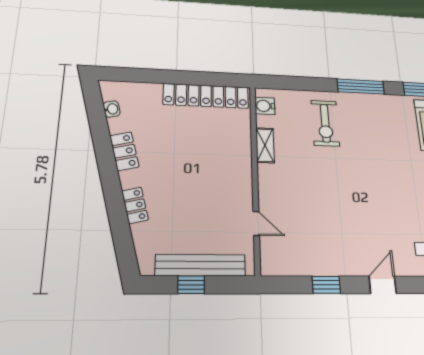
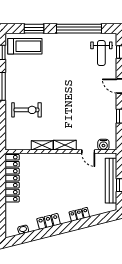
water cooler: (265, 106) -> (103, 145), moved
shelving: (267, 183) -> (65, 145), added
door: (256, 223) -> (88, 152), swing flipped

